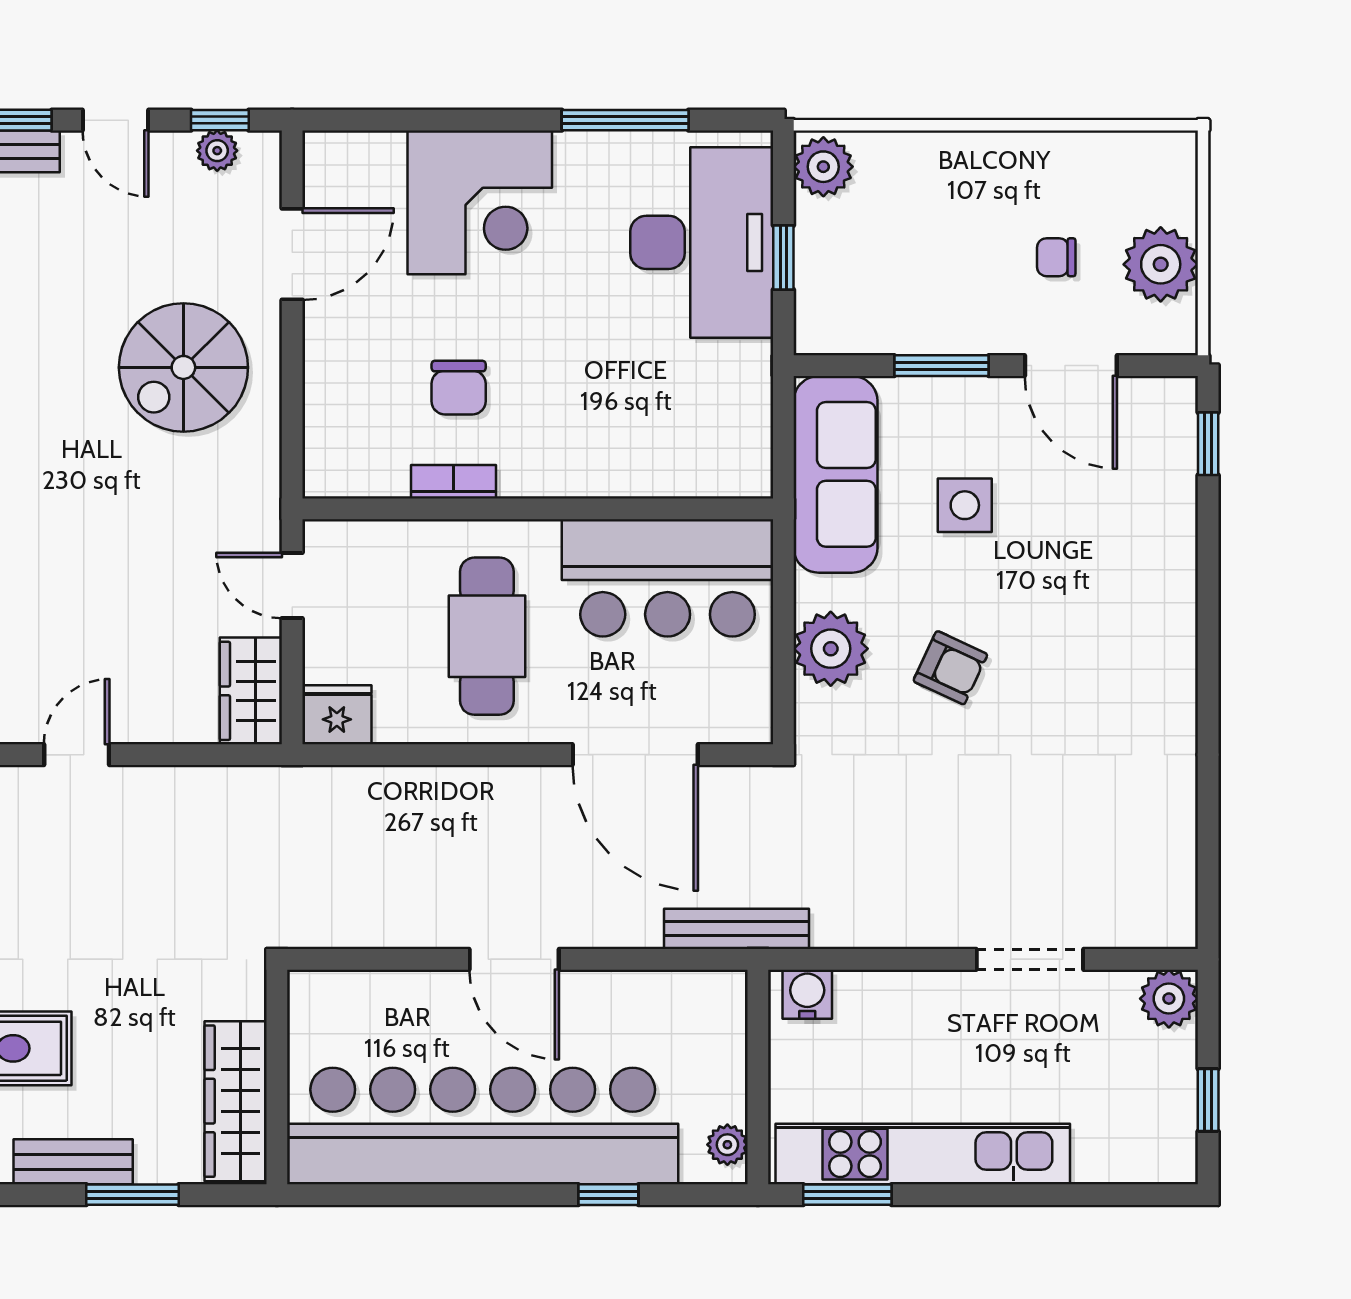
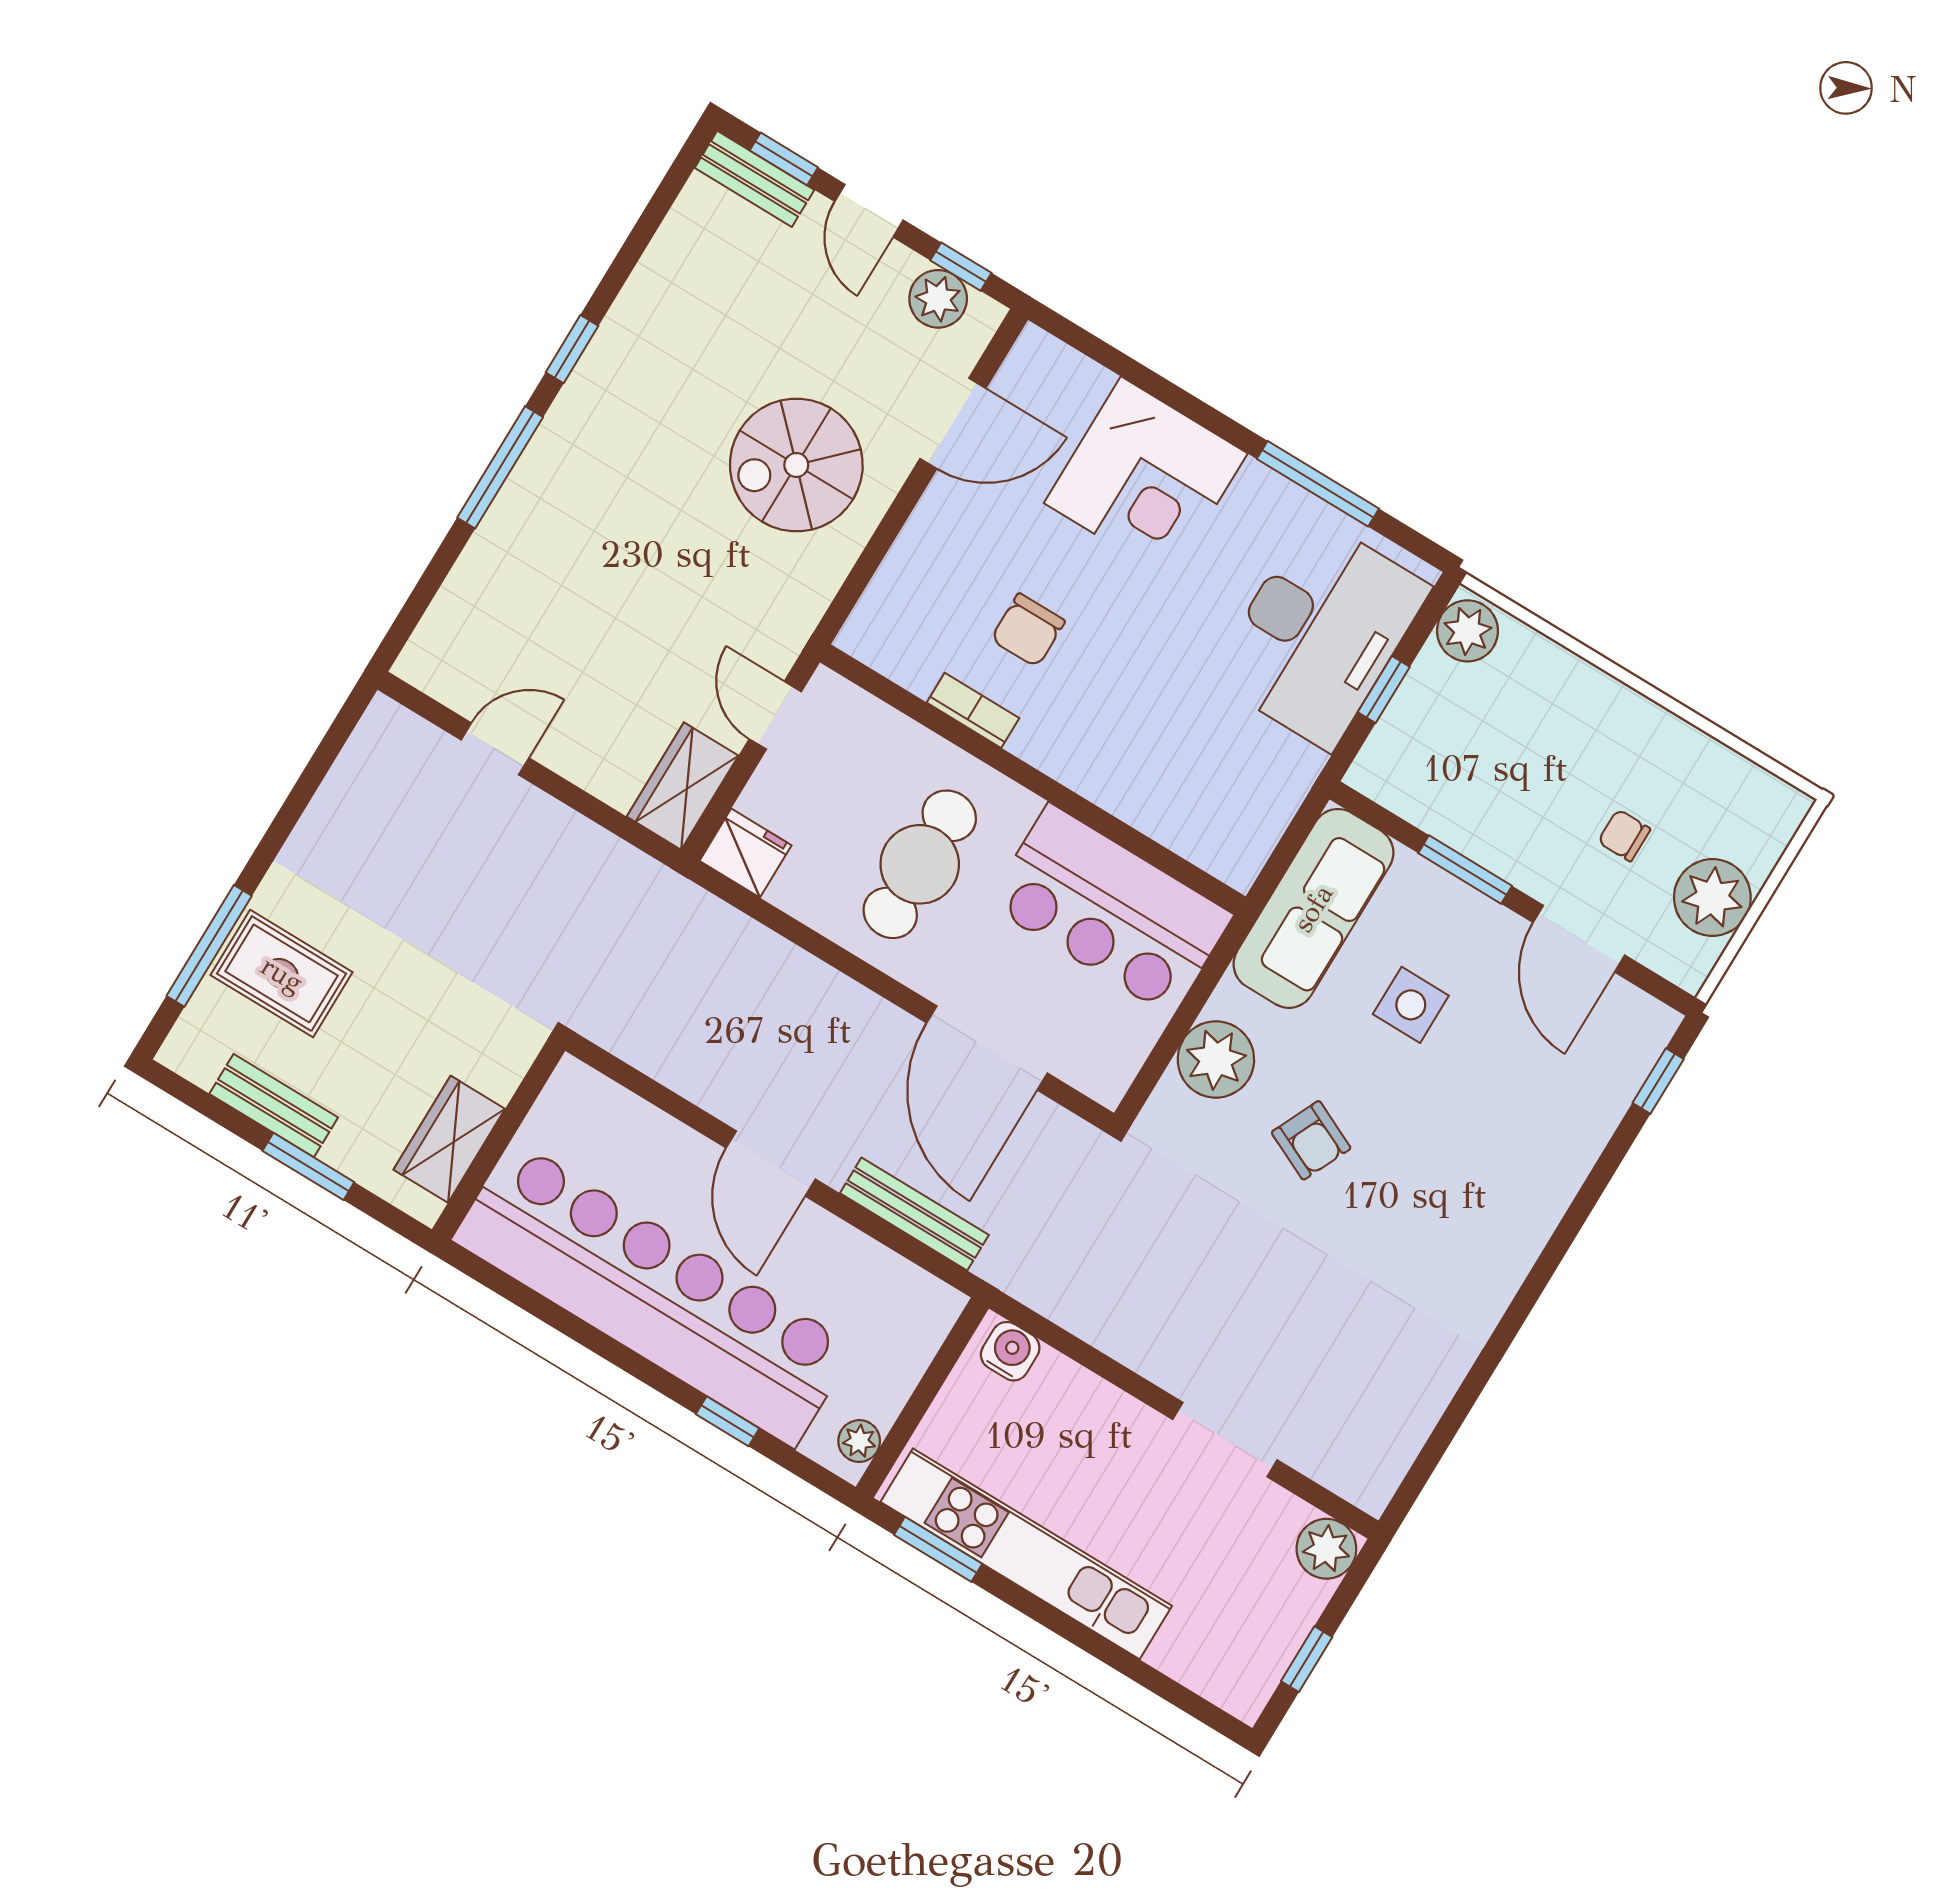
plant: (217, 151) -> (938, 299), width x1.38, depth x1.38
bench: (737, 929) -> (914, 1214), moved
wardrobe: (236, 1101) -> (449, 1139), width x0.67

